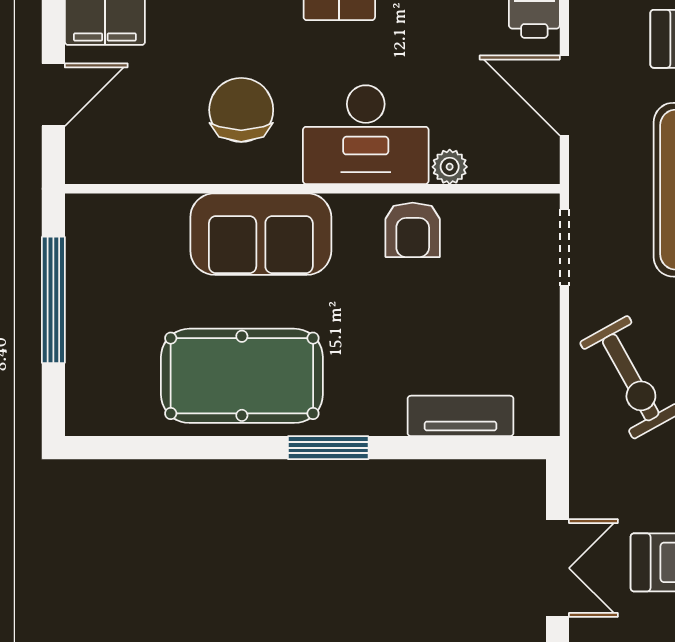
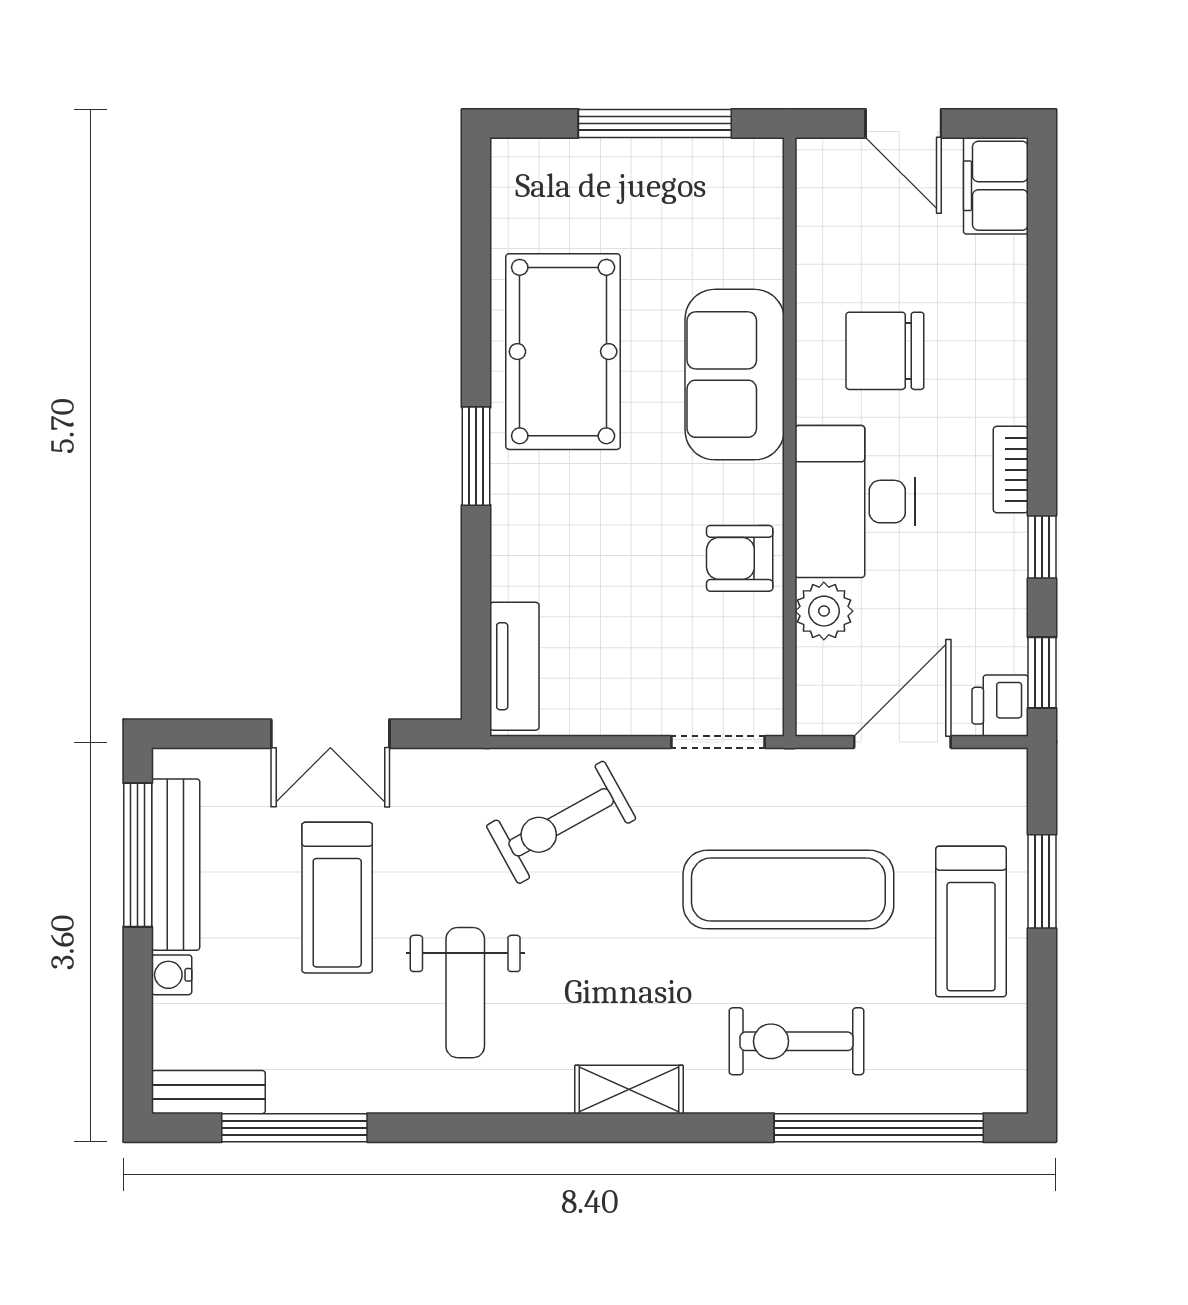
chair: (241, 110) -> (885, 351), turned 180
plant: (450, 167) -> (824, 611), width x1.38, depth x1.38
tv unit: (460, 416) -> (514, 666), moved

